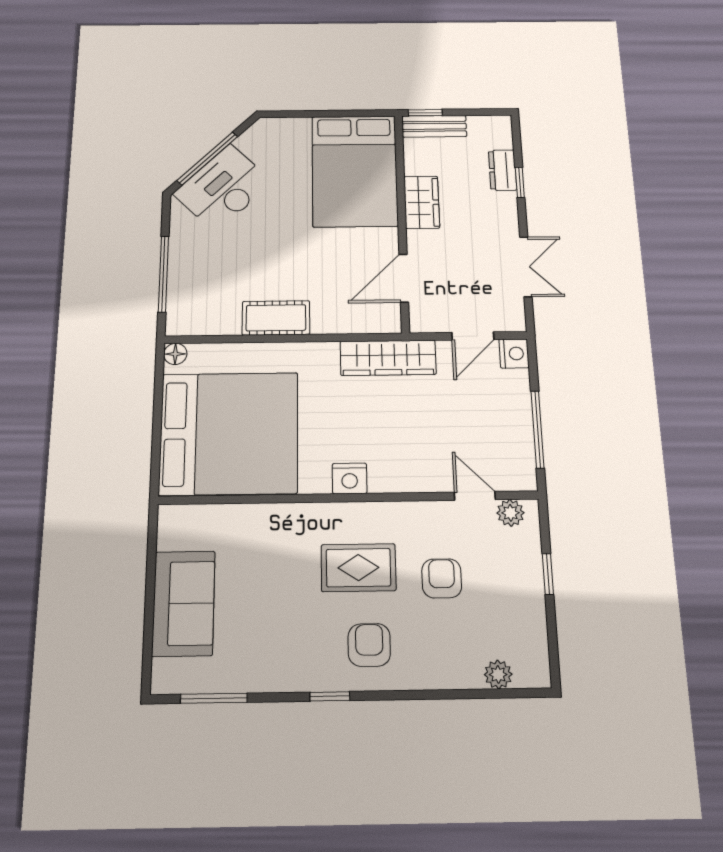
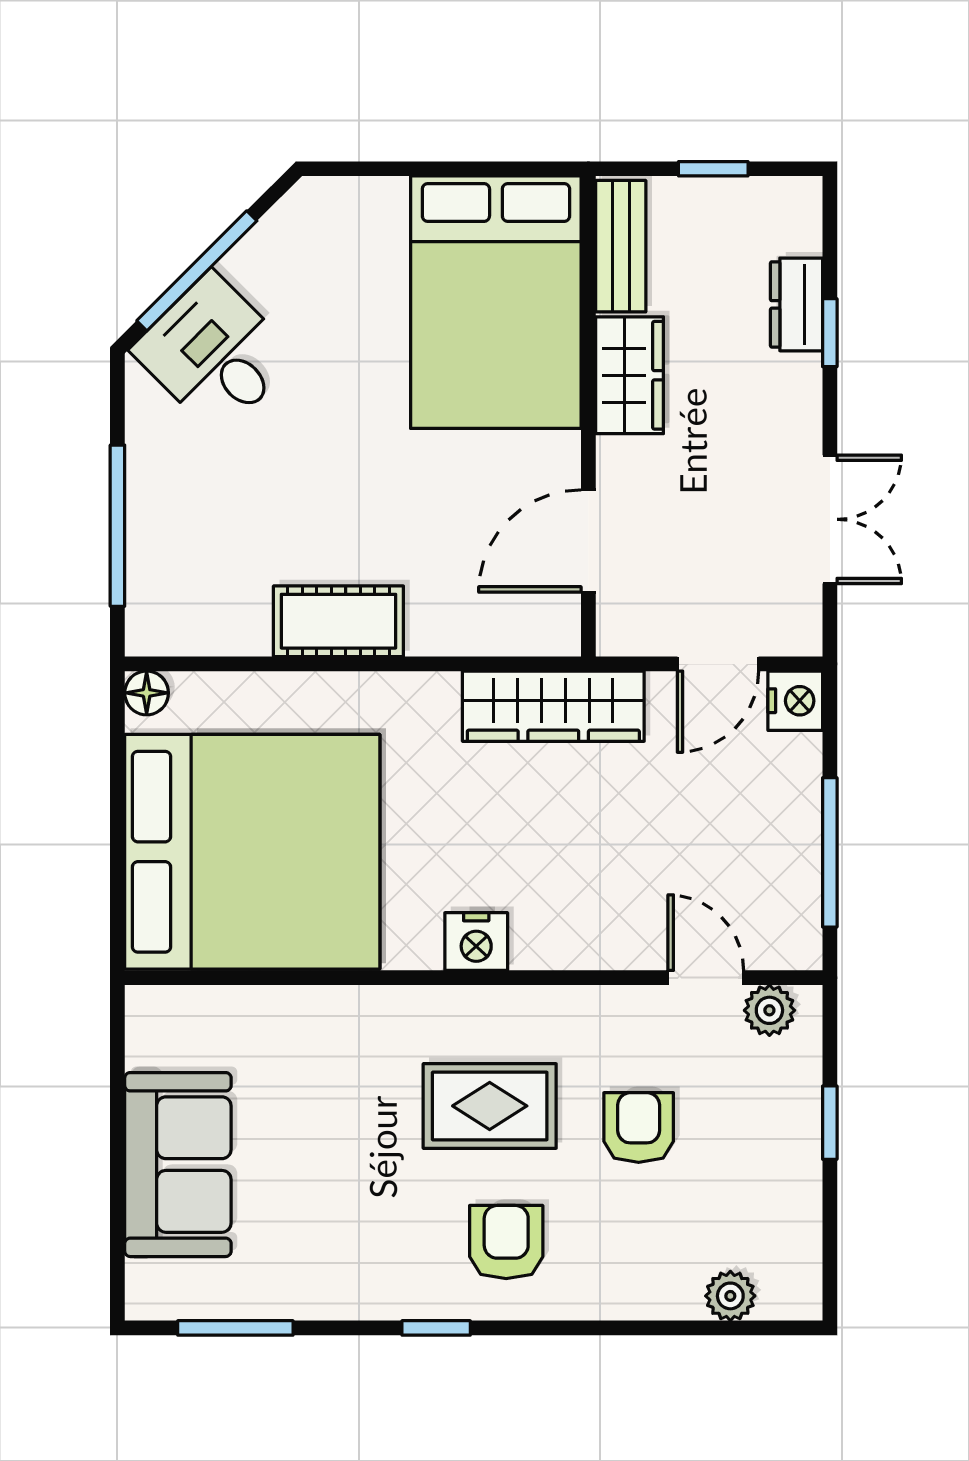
window: (425, 113) -> (713, 169), moved
bench: (434, 126) -> (621, 246), moved, turned 90
desk: (223, 188) -> (215, 353), width x0.73

